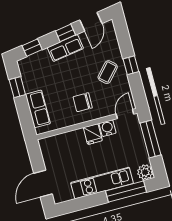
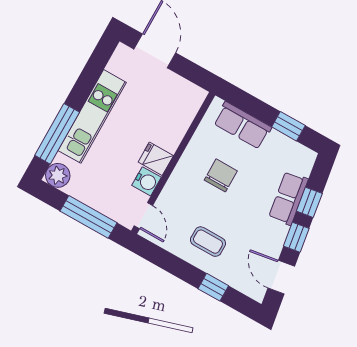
window: (32, 48) -> (309, 202), moved
row of seats: (65, 48) -> (288, 198), moved
window: (131, 65) -> (213, 287), moved
coffee table: (108, 72) -> (208, 242), turned -42
chair: (83, 102) -> (221, 175), moved

